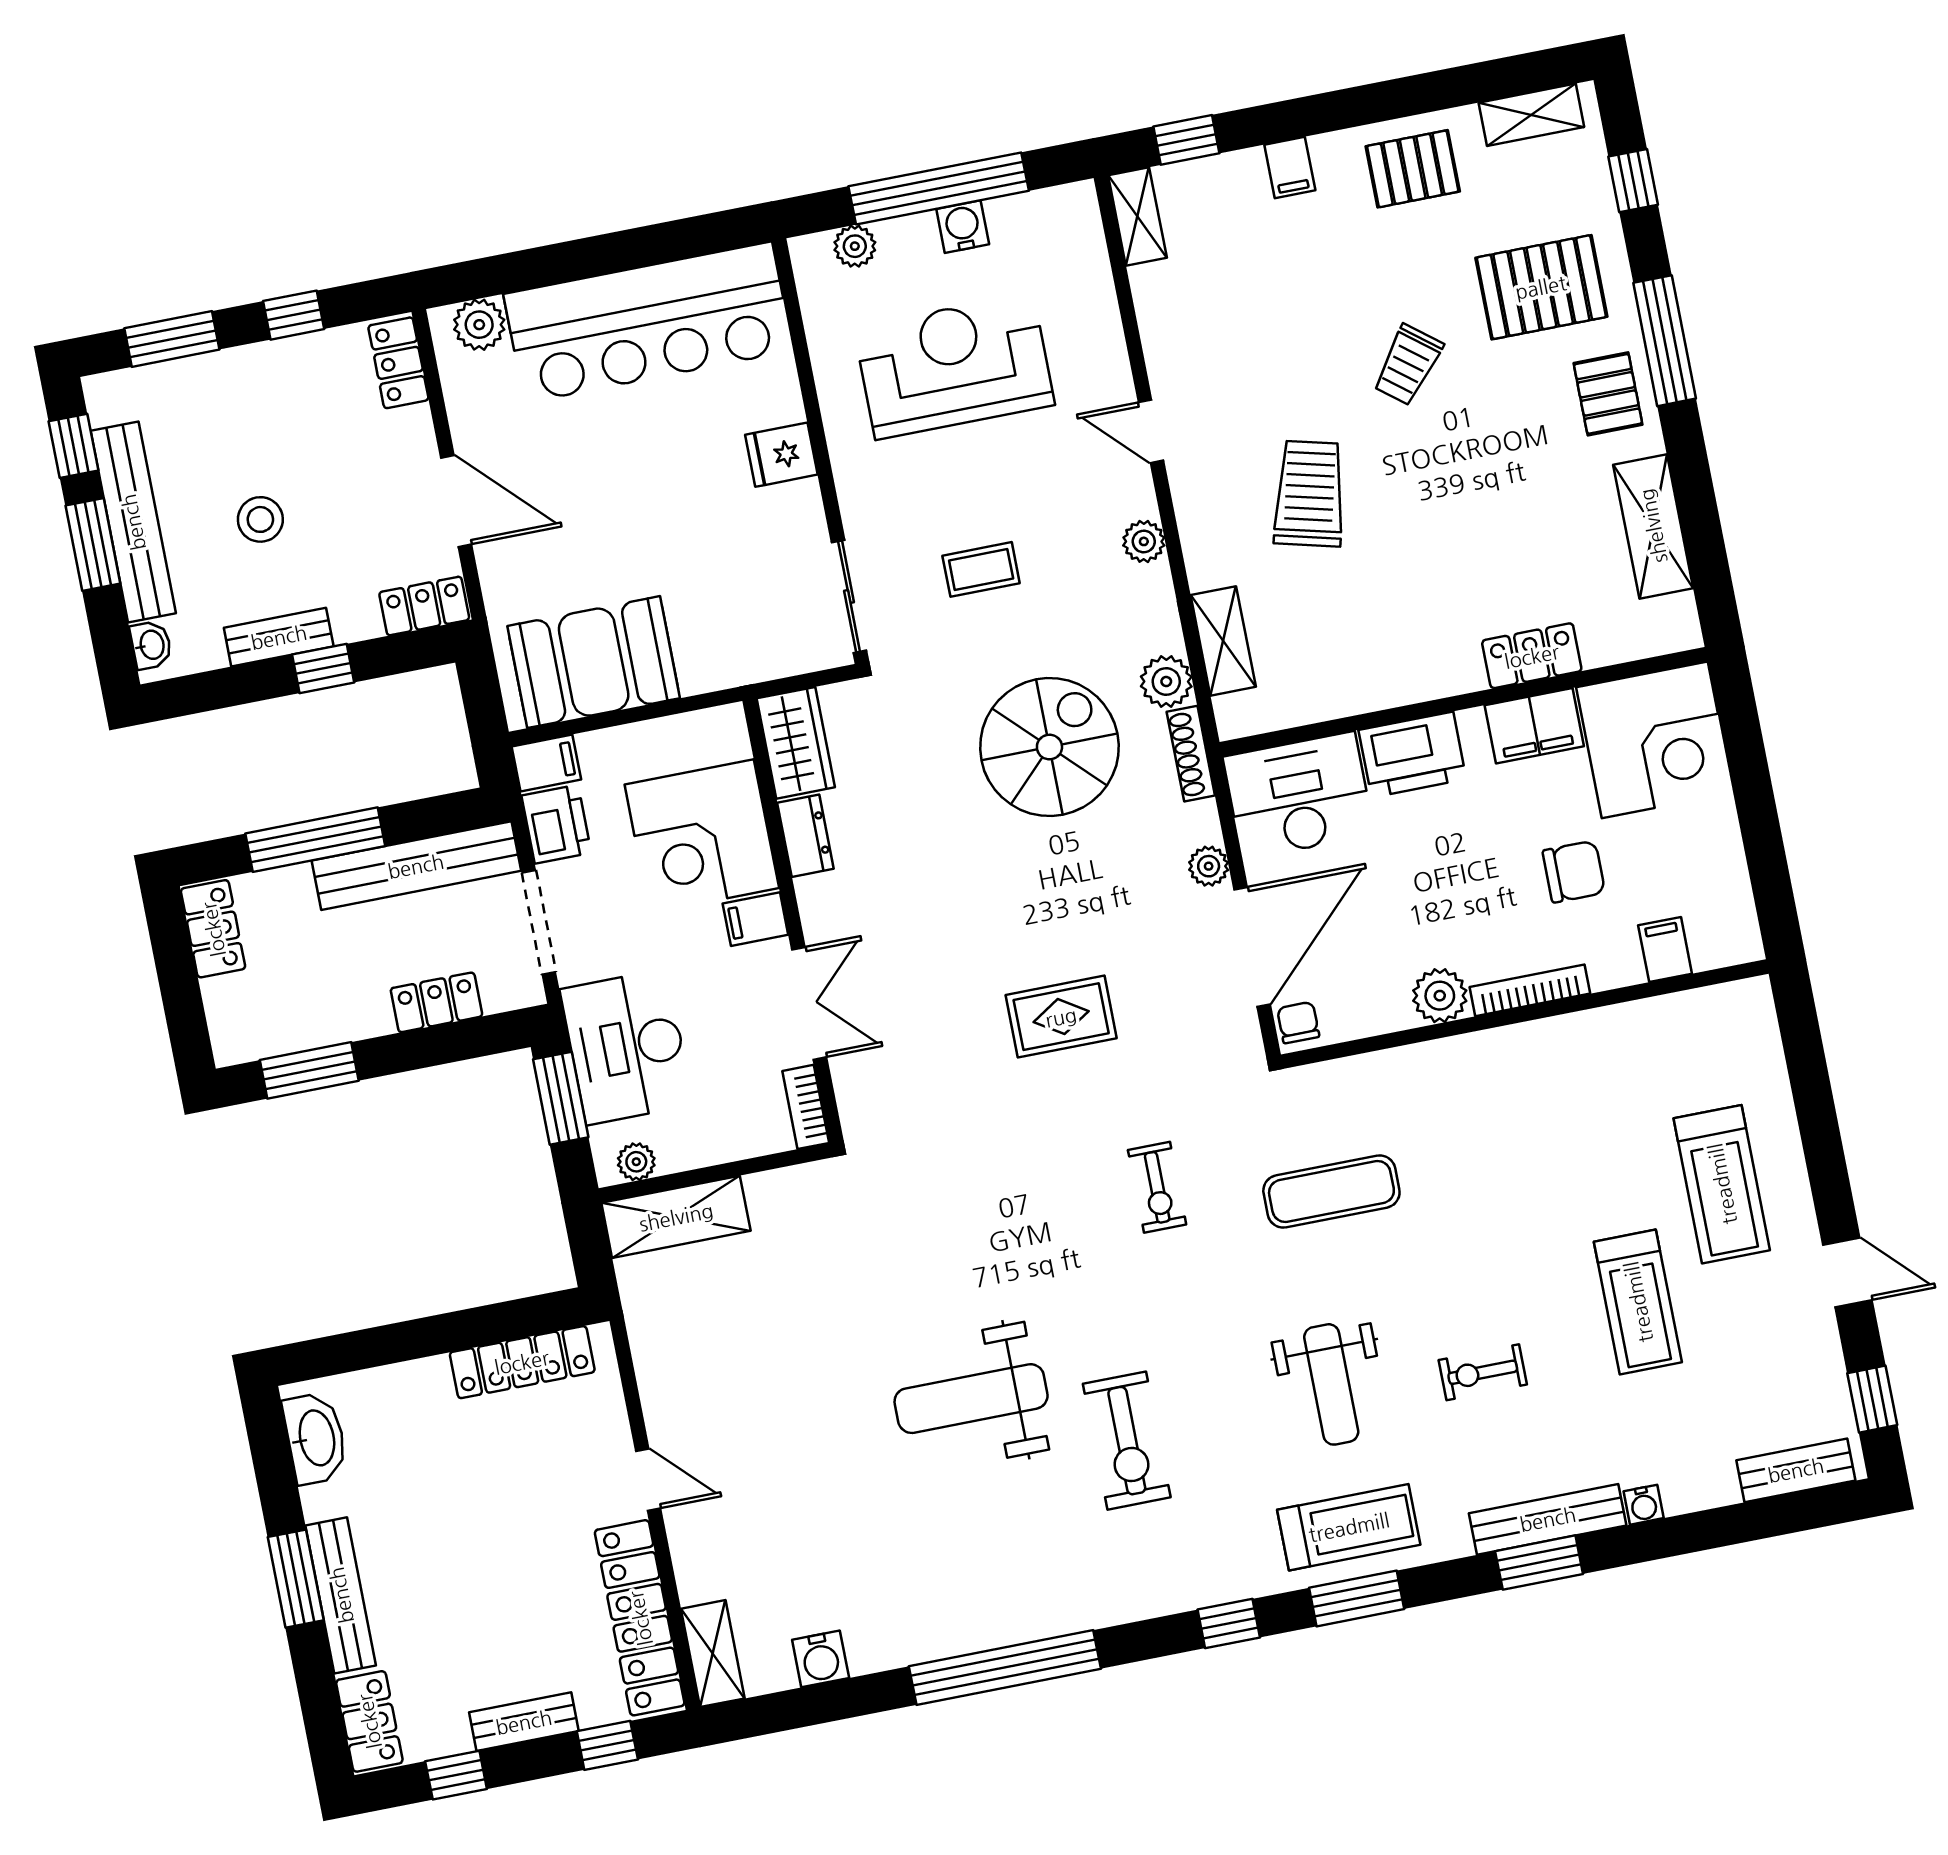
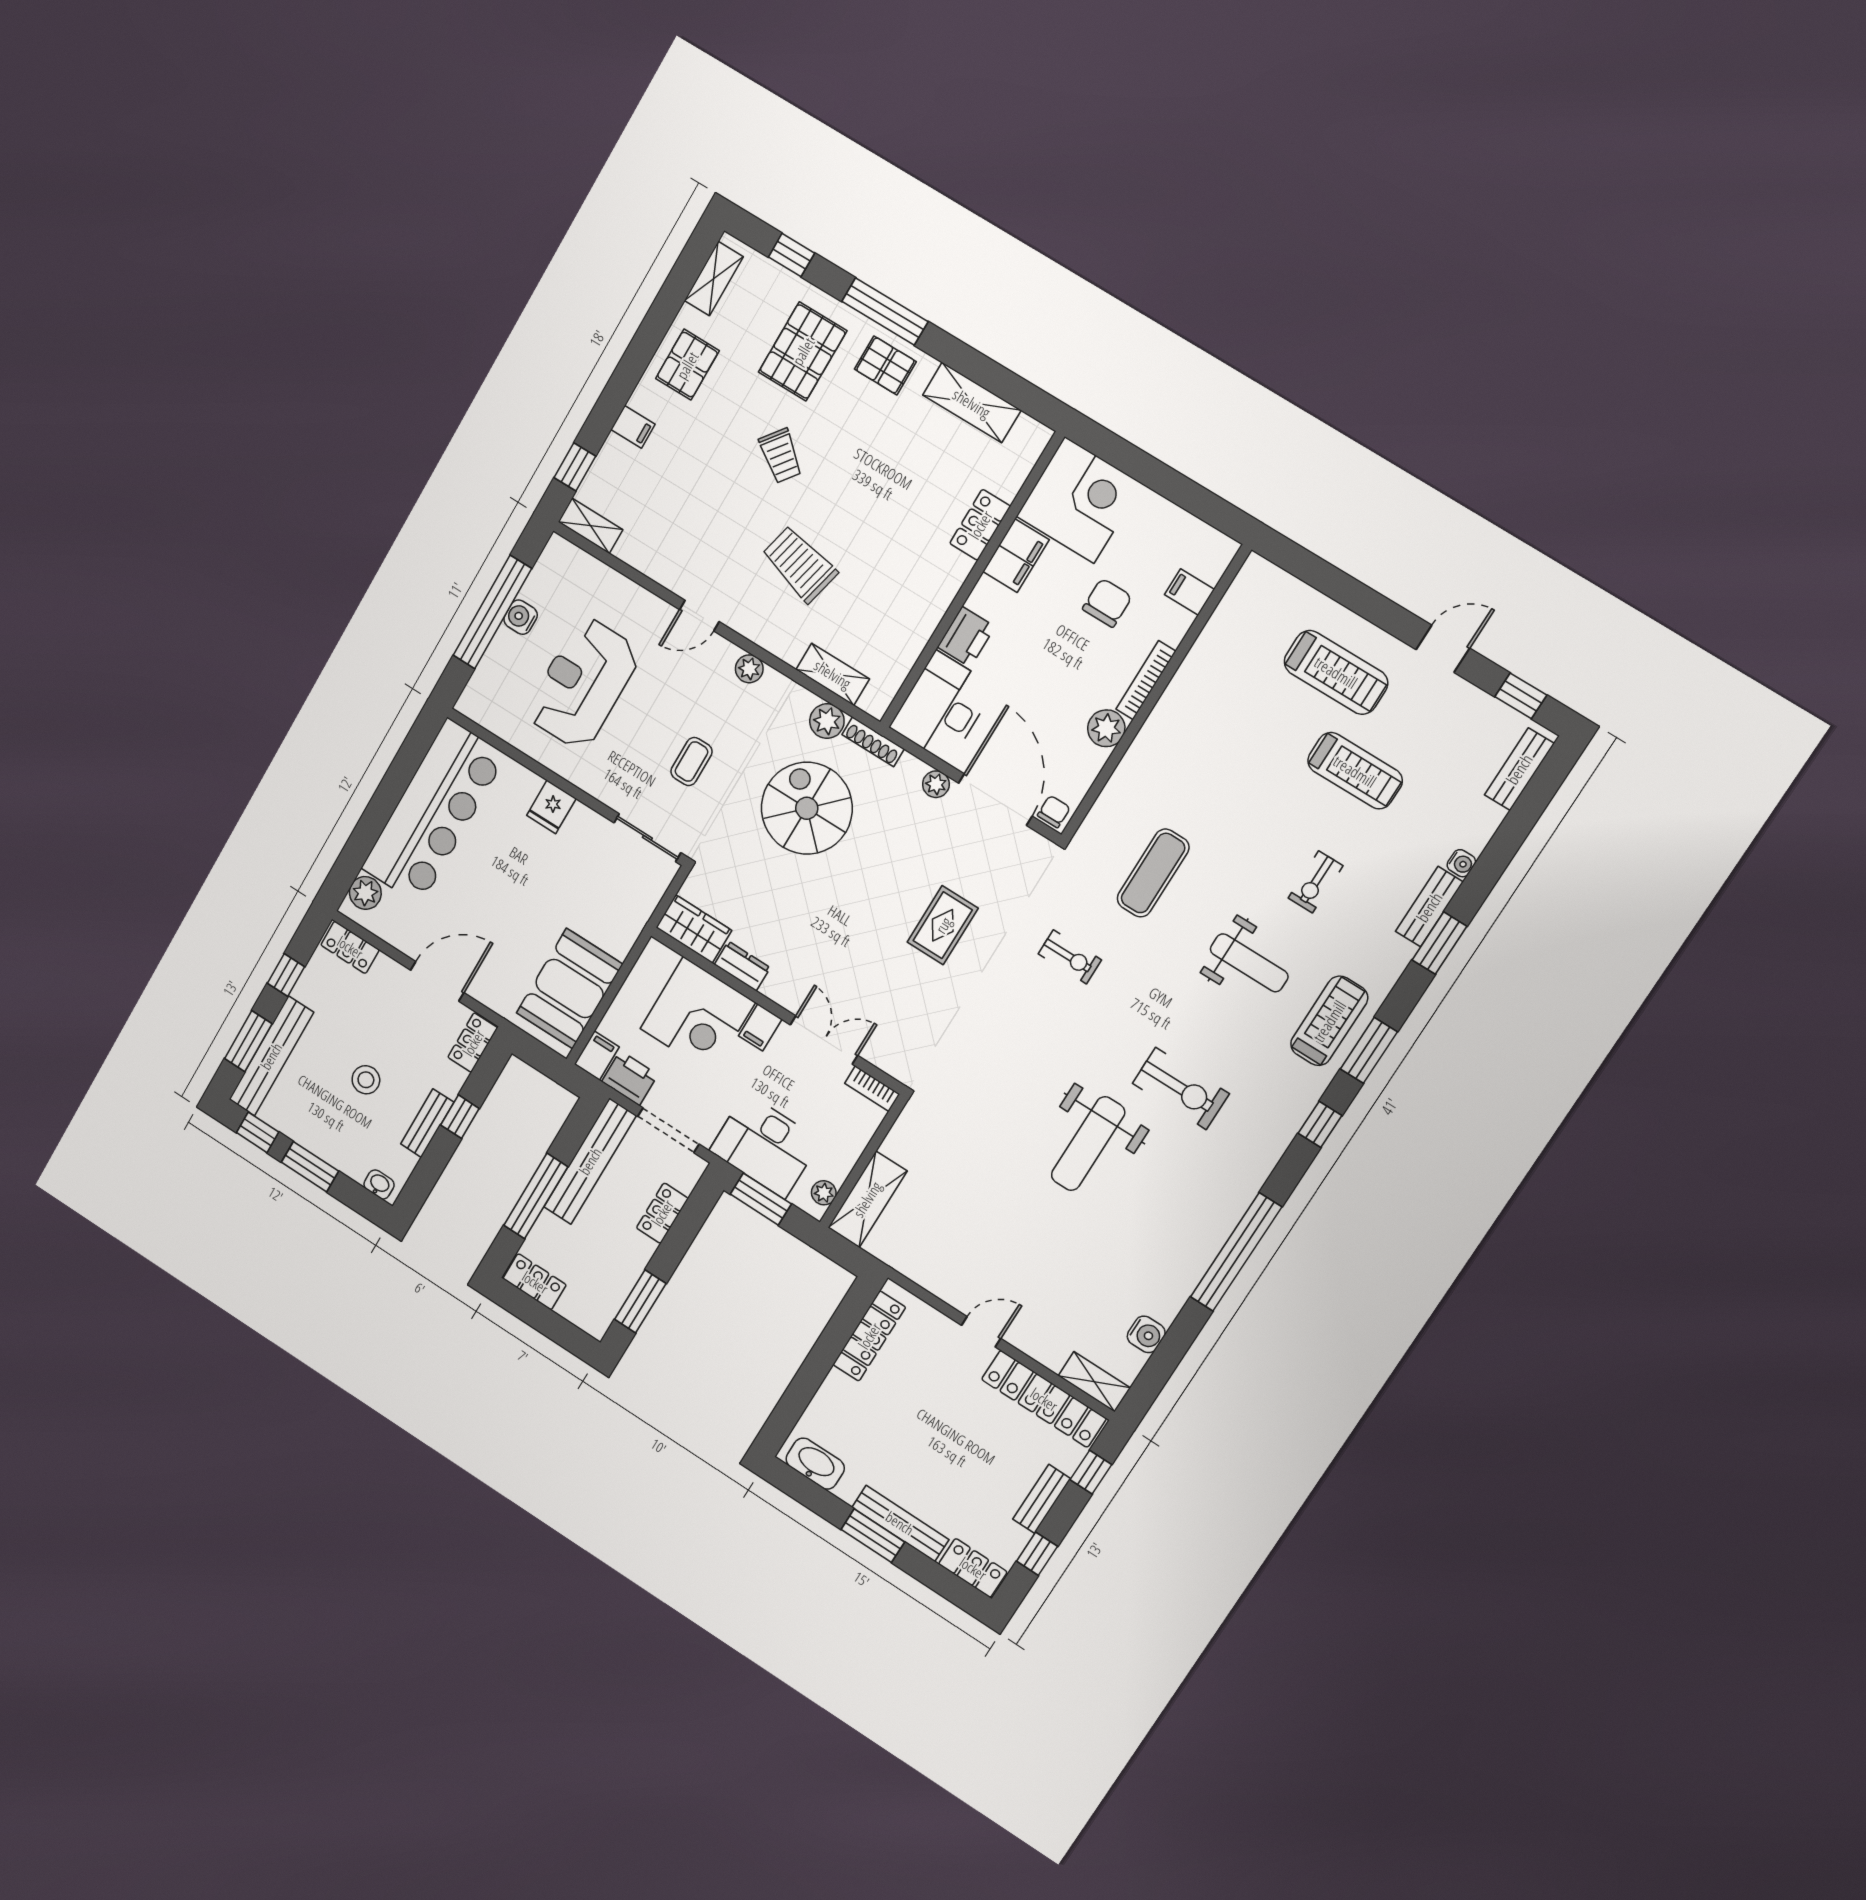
plant: (855, 246) -> (484, 679), removed
bench: (133, 522) -> (271, 1056), moved, turned 90
printer: (1412, 755) -> (966, 637), width x0.73, depth x0.84
chair: (1298, 1023) -> (1054, 812), turned 90
bench: (1548, 1519) -> (1429, 907), width x0.73

